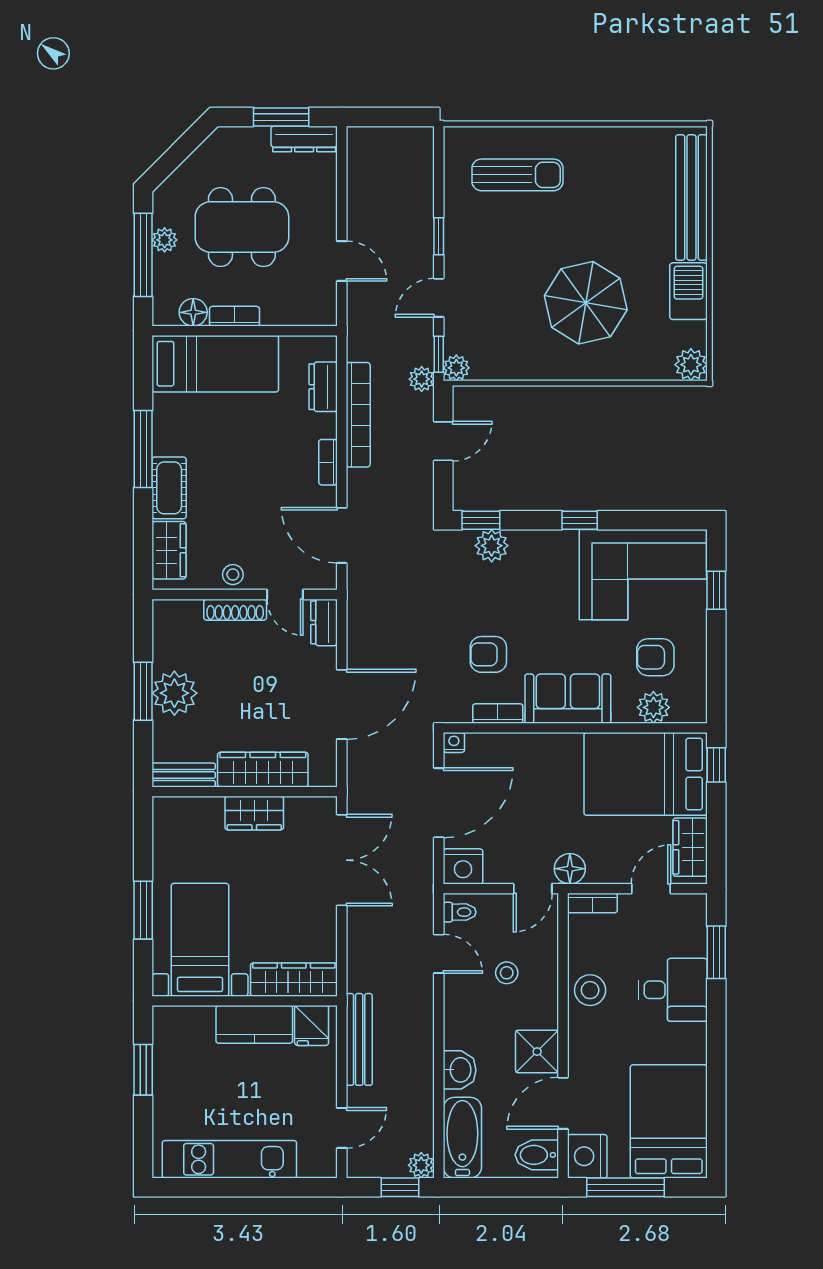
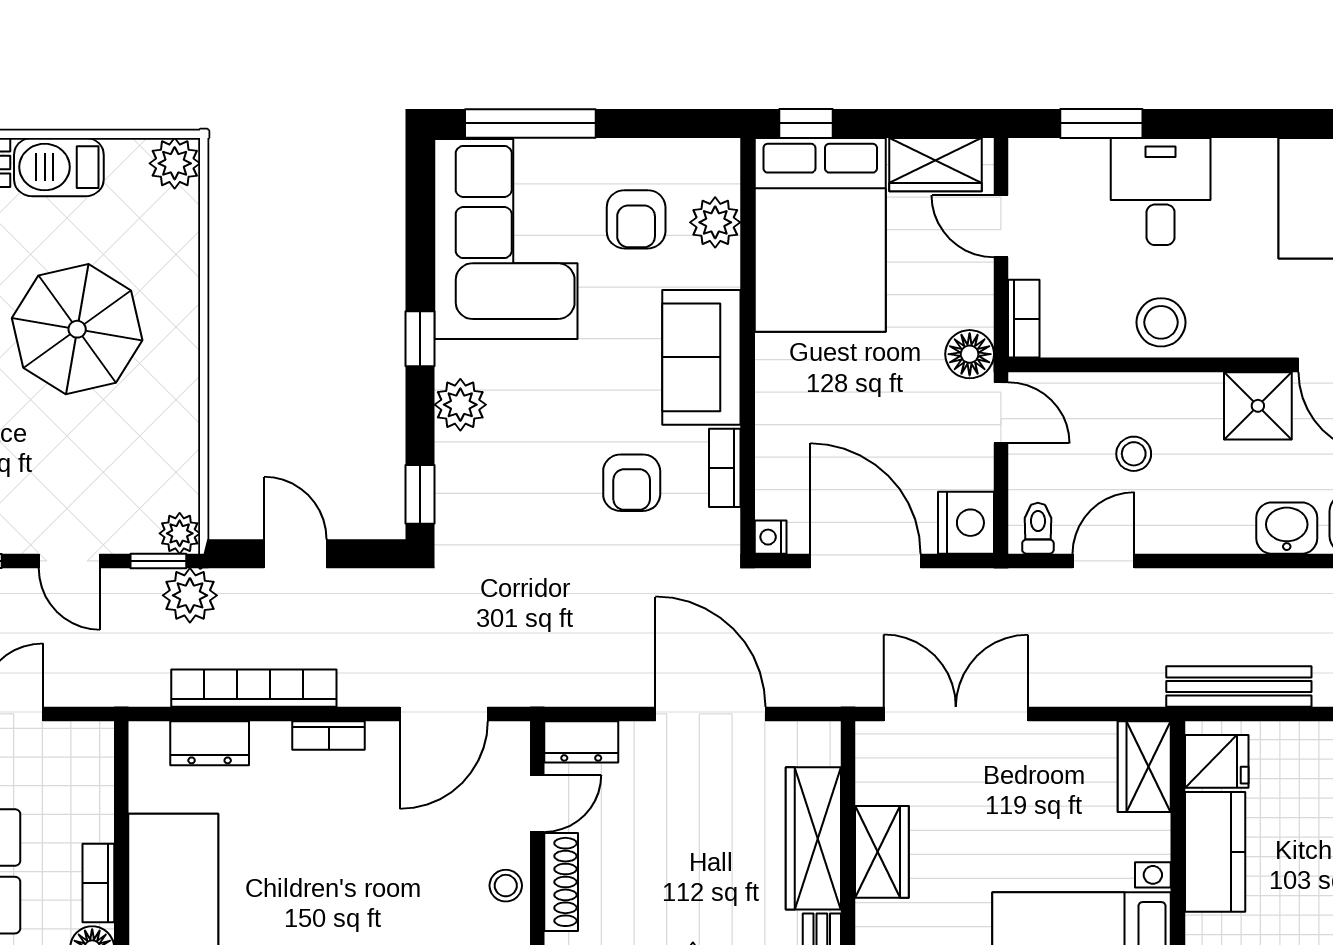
plant: (422, 379) -> (190, 595), width x1.38, depth x1.38
plant: (492, 546) -> (460, 405), moved
window: (716, 590) -> (530, 123), width x2.17
wardrobe: (294, 980) -> (1144, 767), width x0.67

